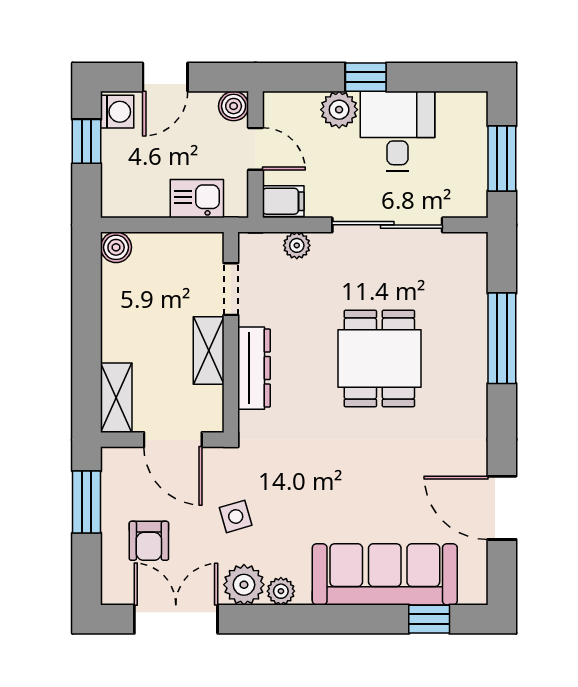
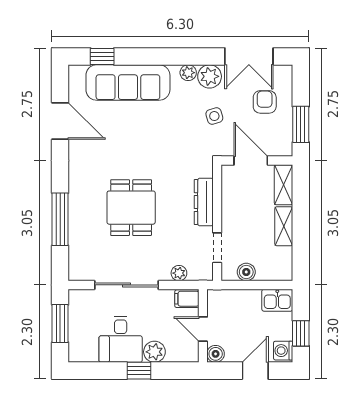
kitchen sink: (197, 199) -> (277, 300), moved
boiler: (116, 247) -> (246, 272), moved
shelving: (209, 351) -> (284, 226), moved

